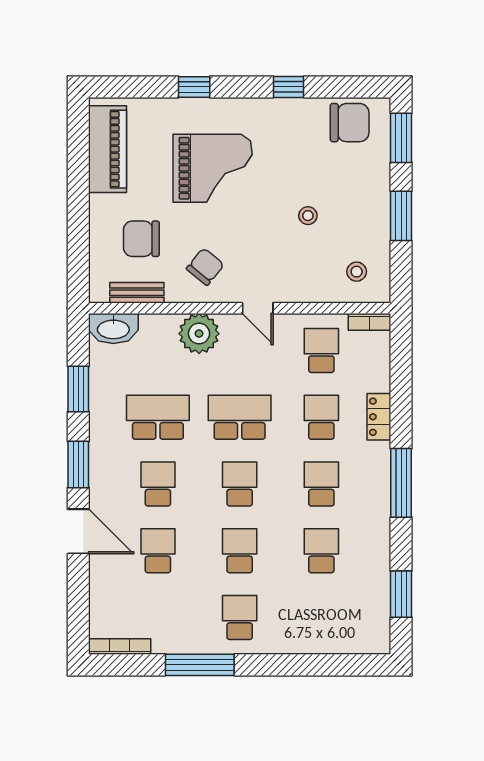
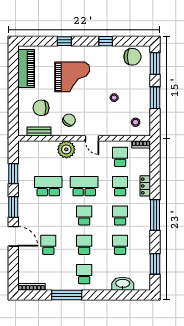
washbasin: (113, 329) -> (123, 284), moved, turned 180
school desk: (158, 484) -> (48, 215), removed

